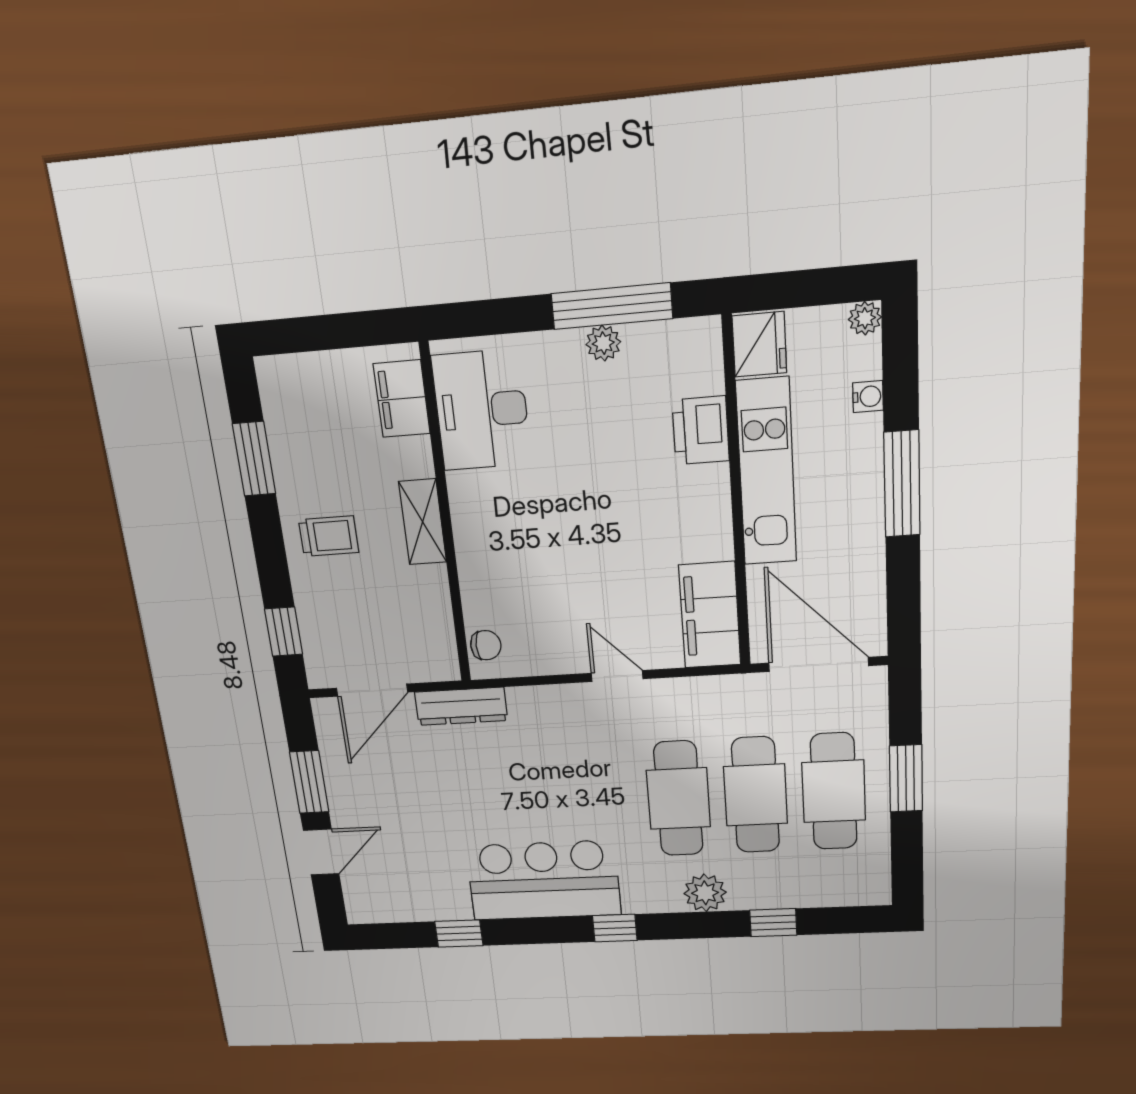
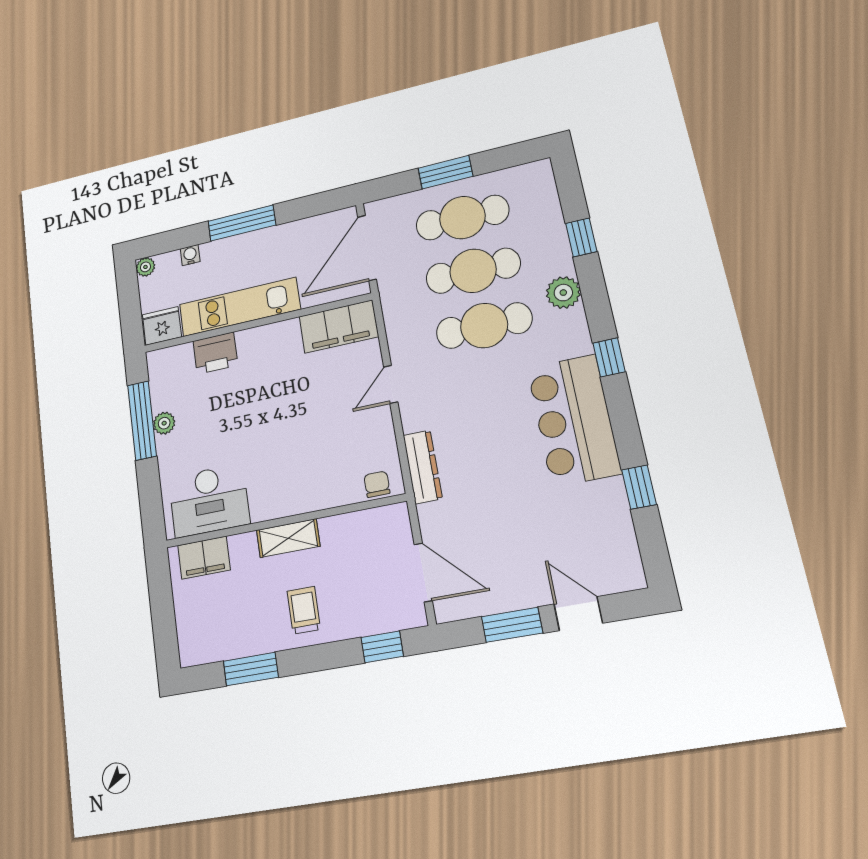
dresser: (461, 706) -> (423, 467), moved

